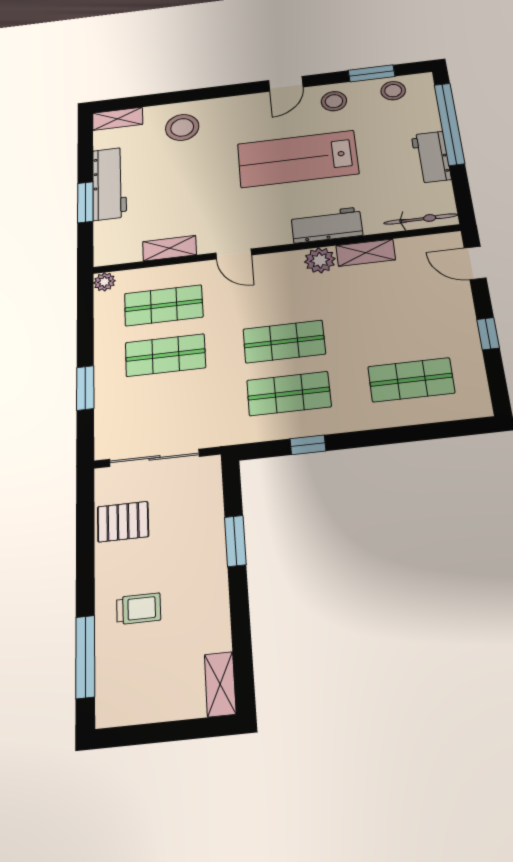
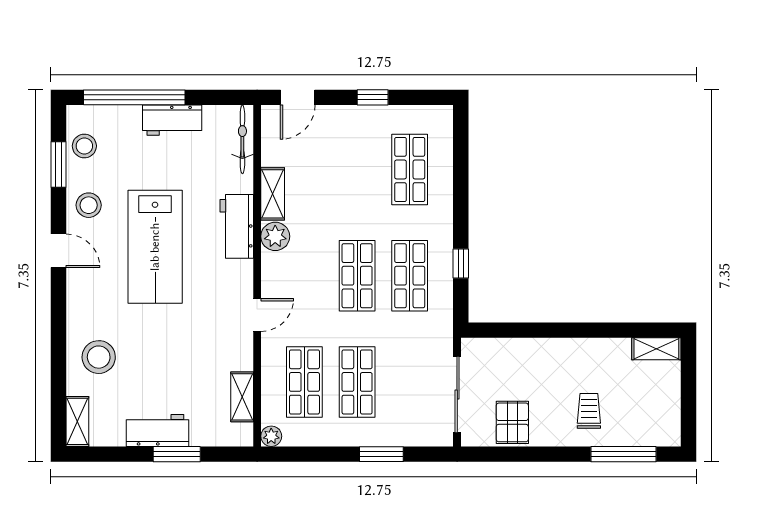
workbench: (109, 183) -> (157, 430), width x0.73
shelving: (170, 248) -> (242, 397), moved
window: (235, 541) -> (540, 330), removed

